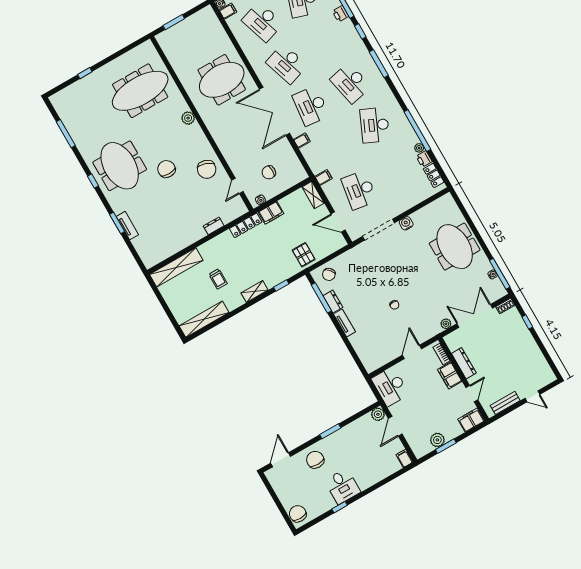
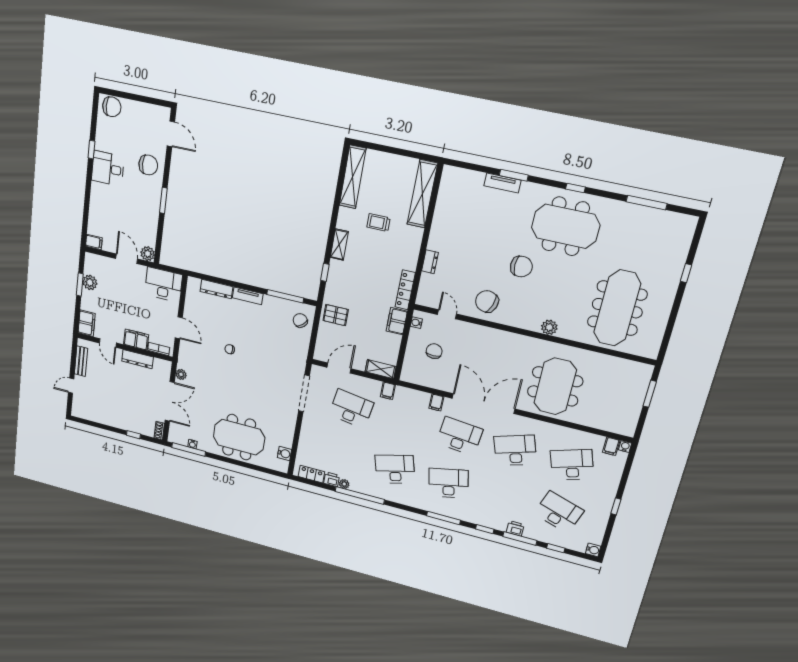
desk: (375, 125) -> (395, 469), turned -39
water cooler: (406, 223) -> (284, 454), moved
dresser: (333, 301) -> (217, 289), moved, width x1.44

